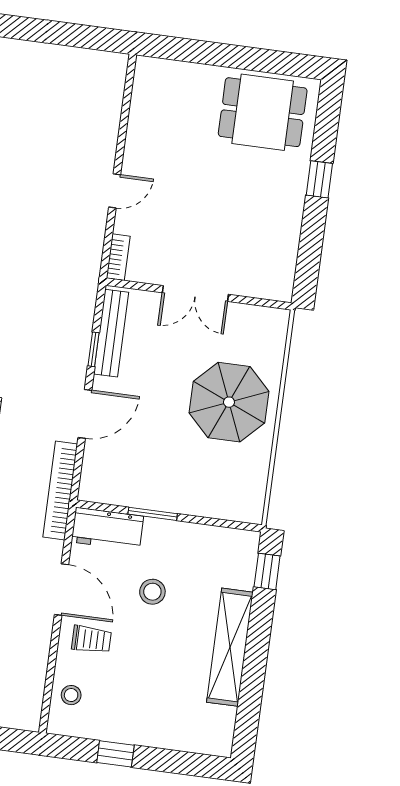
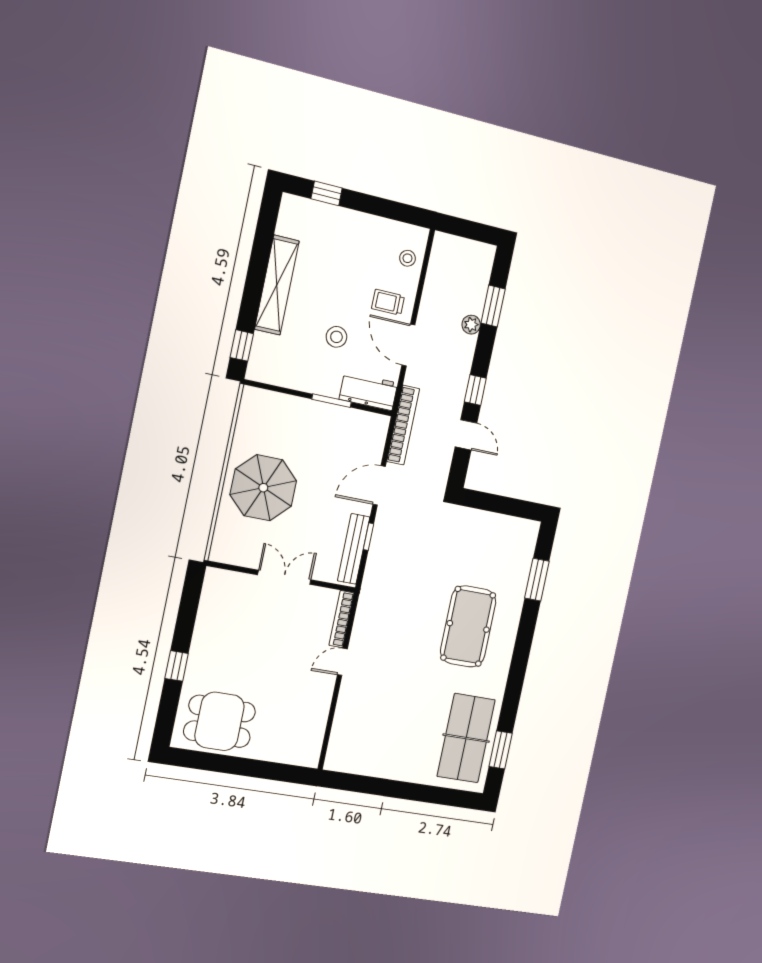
bookcase: (118, 257) -> (341, 619), width x1.56
window: (115, 754) -> (327, 193), moved

